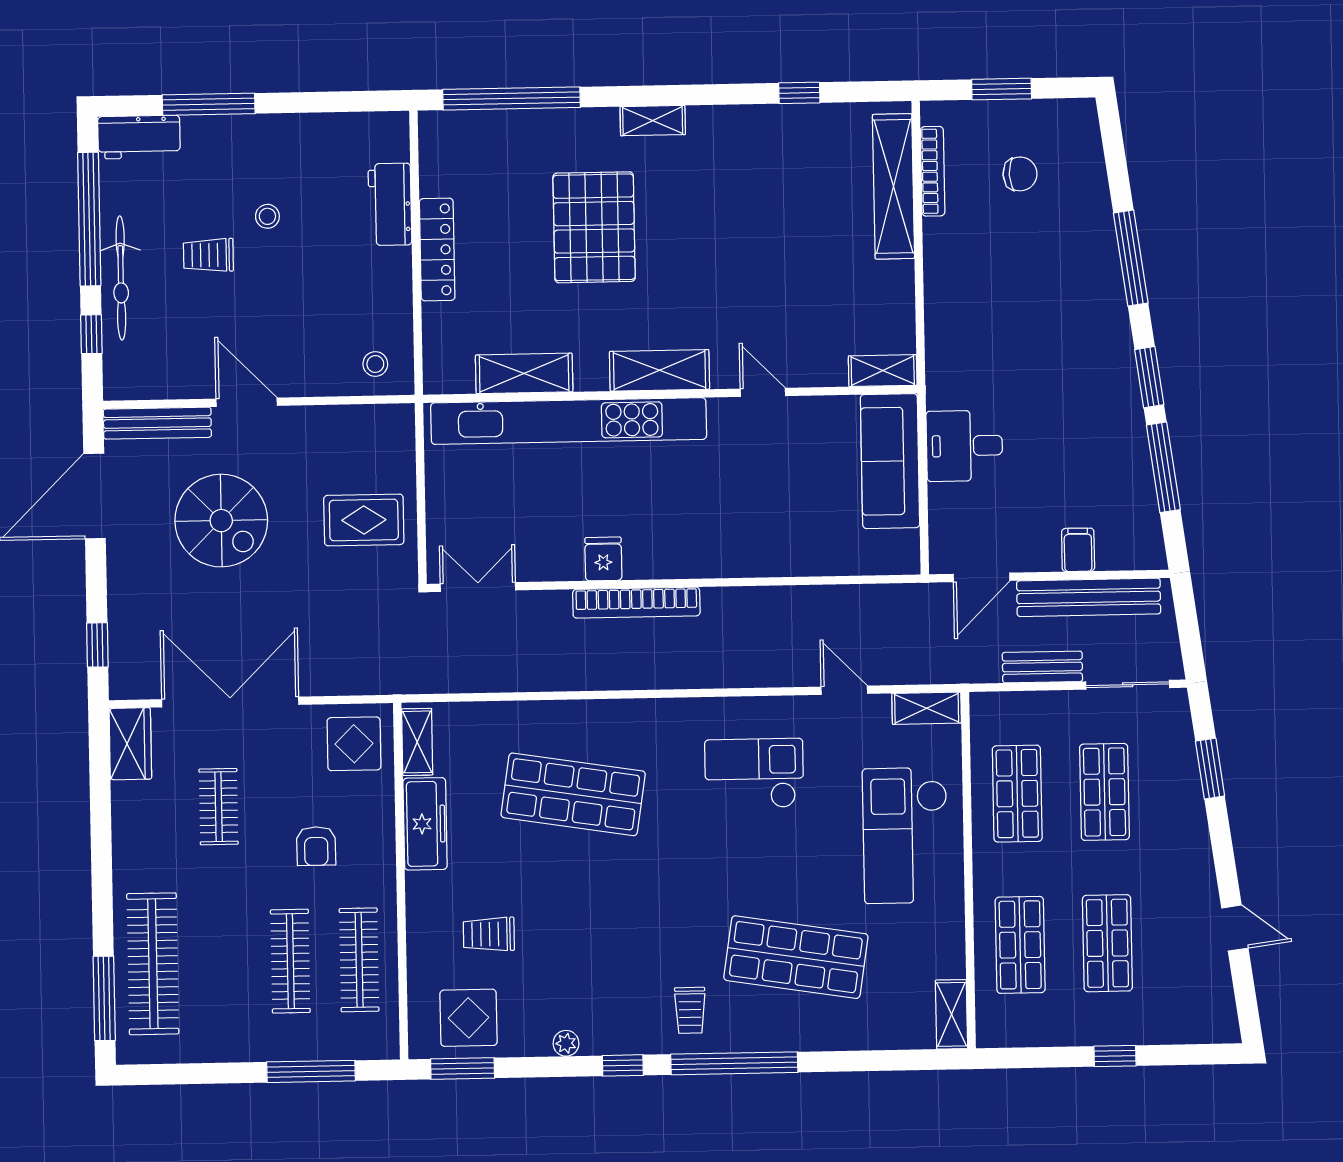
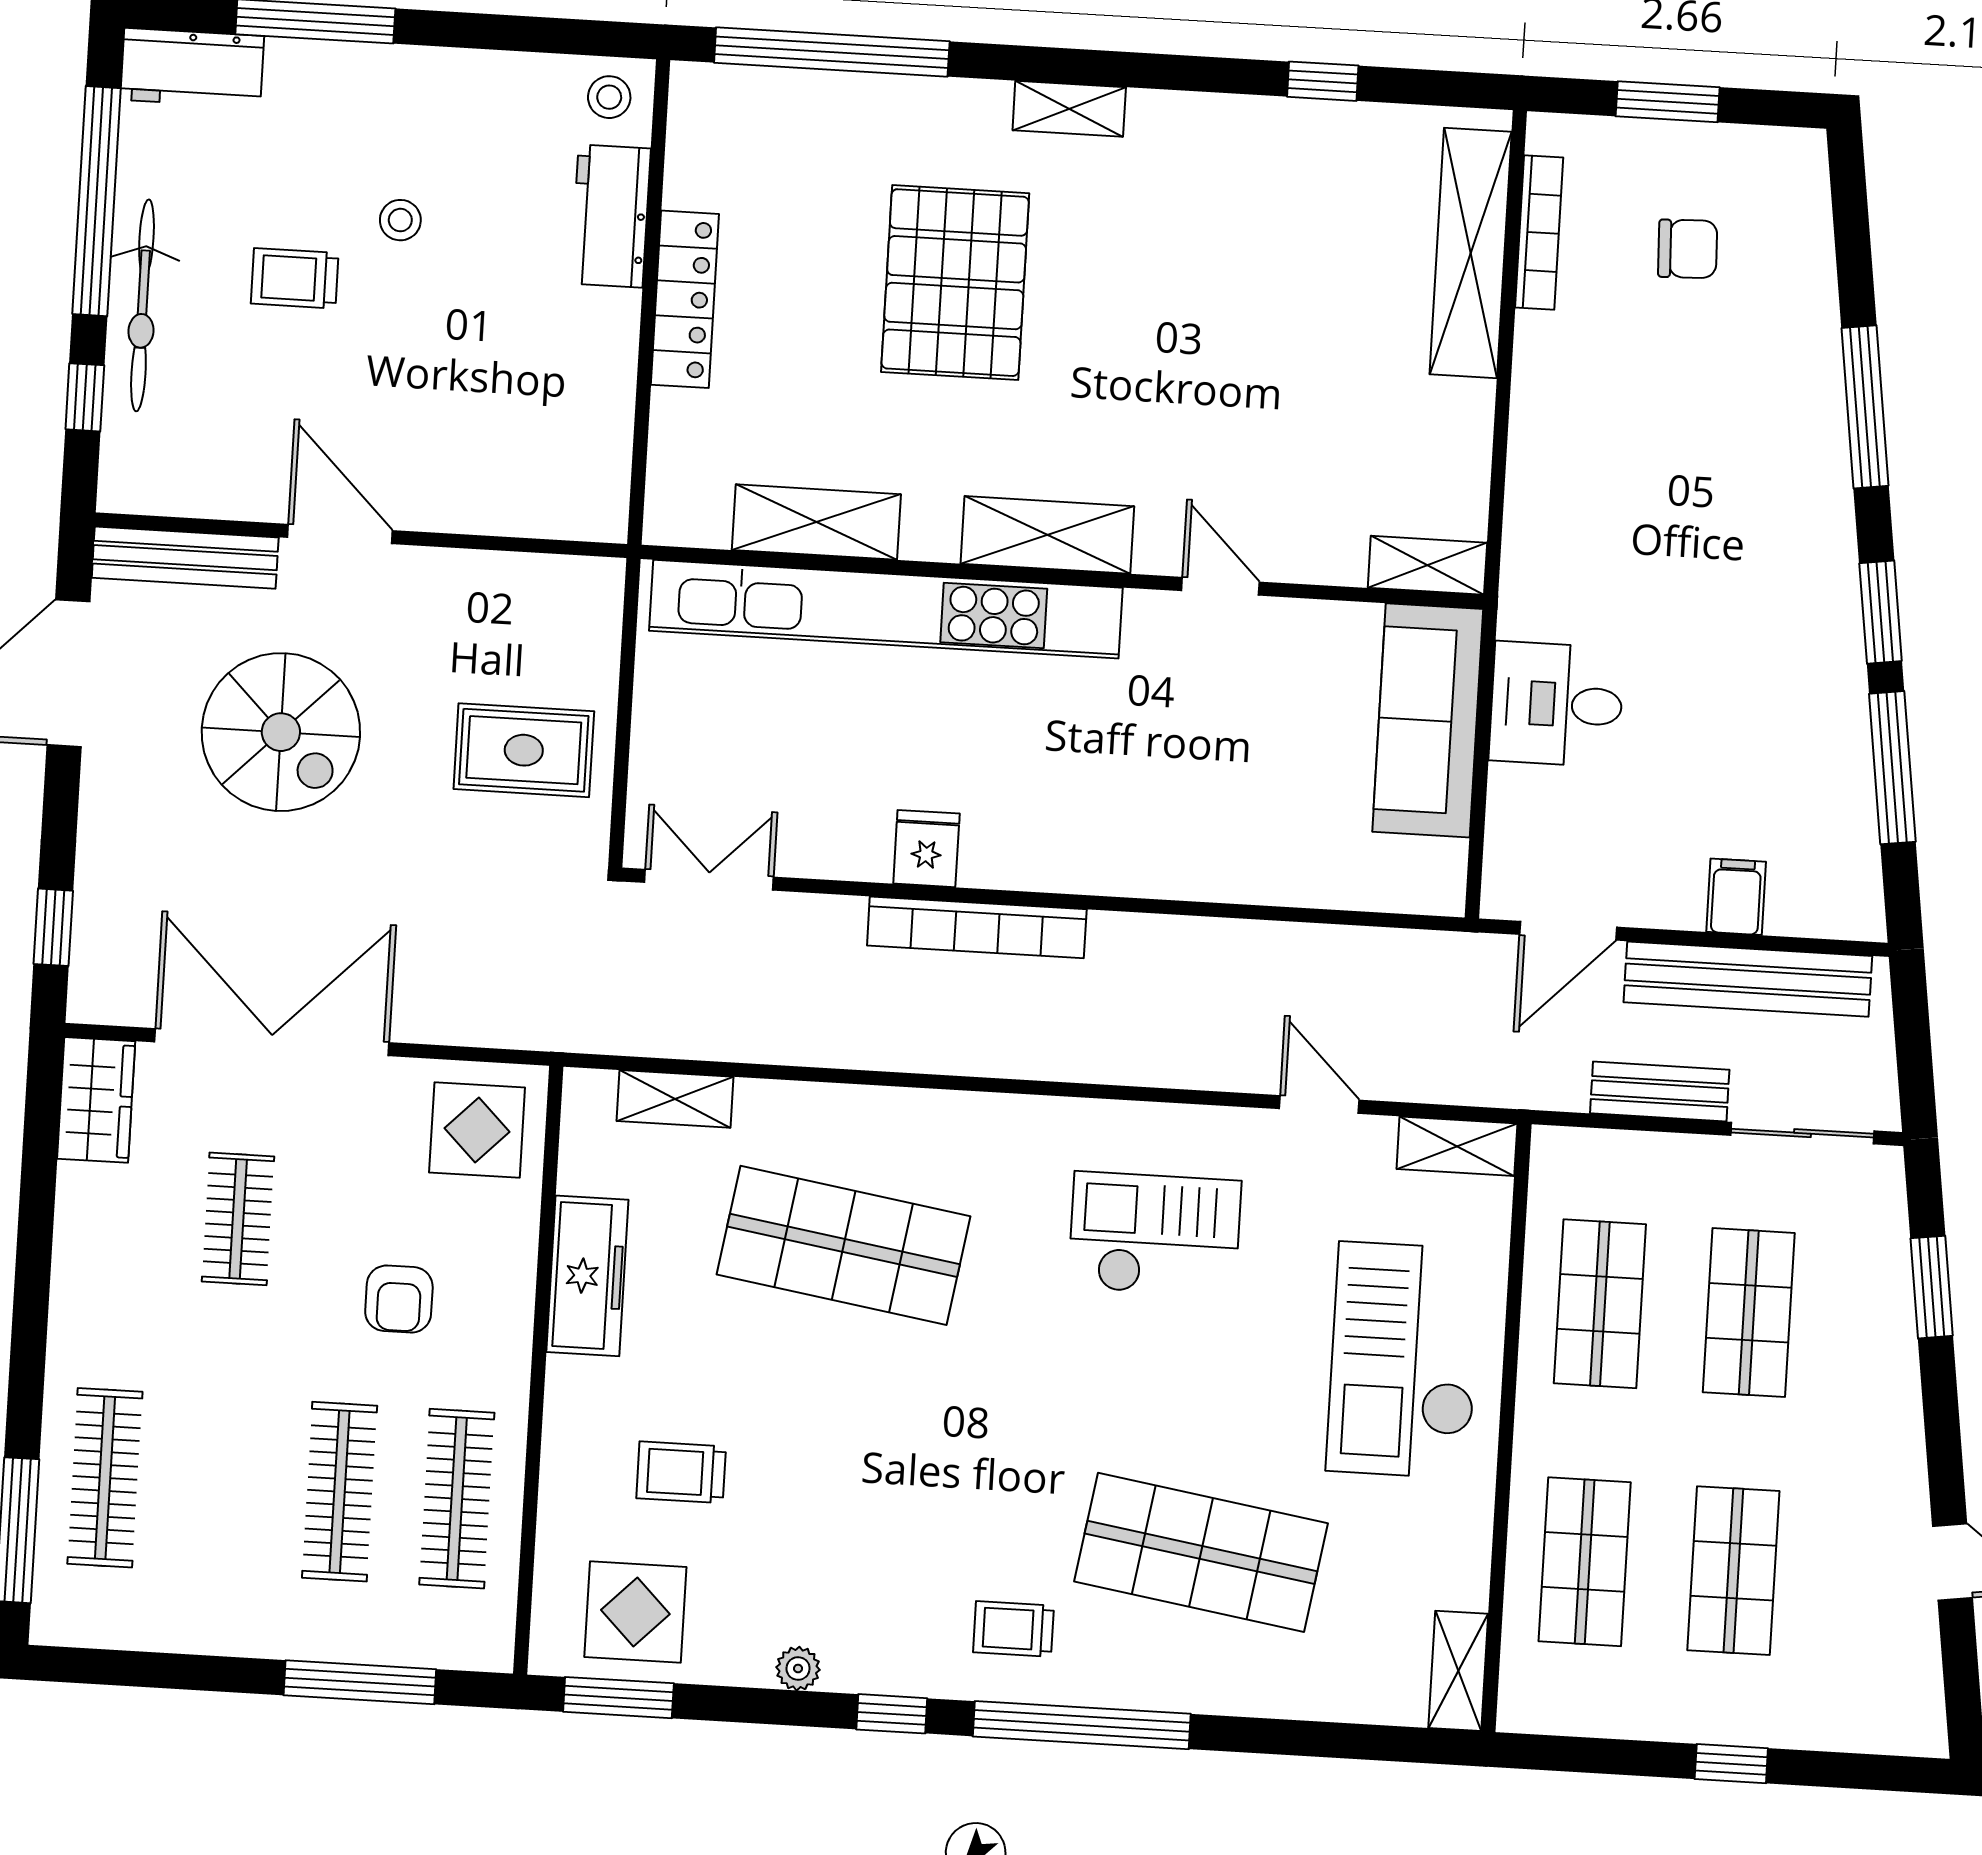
stool: (375, 364) -> (609, 97), moved
shelving: (417, 742) -> (675, 1099), moved, turned 90
clothes rail: (153, 964) -> (105, 1478), width x0.73, depth x0.76
trolley: (690, 1010) -> (1014, 1629), turned 90

